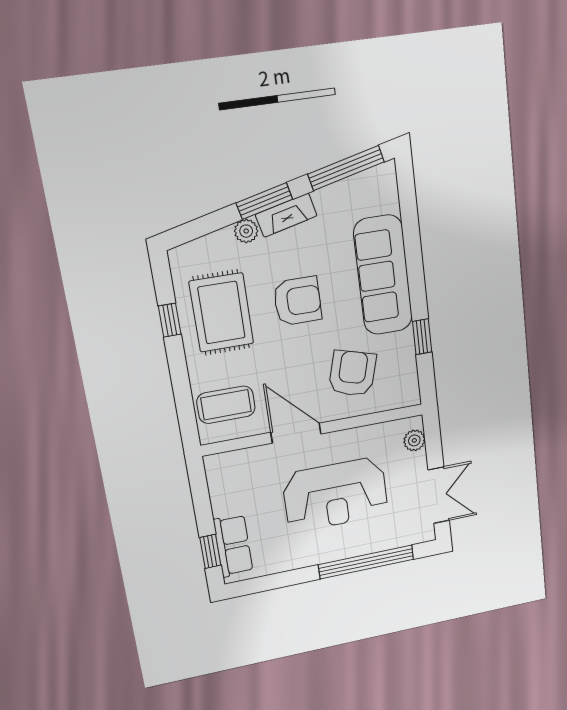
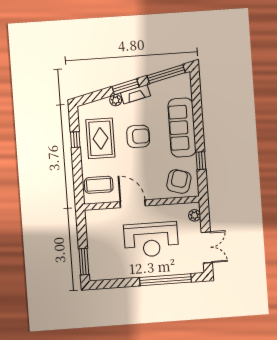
armchair: (352, 373) -> (179, 181), moved
row of seats: (233, 546) -> (96, 260), removed
window: (210, 551) -> (84, 262), width x1.50

